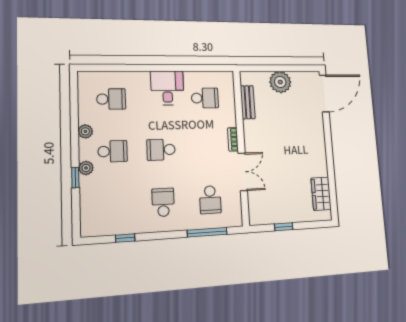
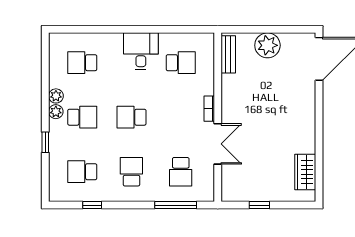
school desk: (111, 99) -> (82, 63), turned 180
bench: (248, 102) -> (228, 54), moved
plant: (86, 168) -> (56, 112), moved
school desk: (114, 205) -> (82, 172), added

